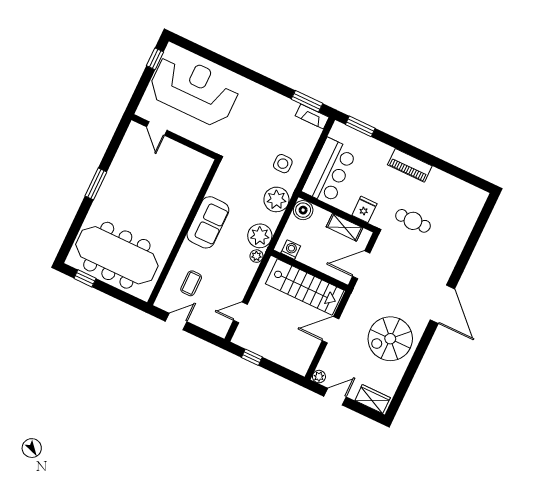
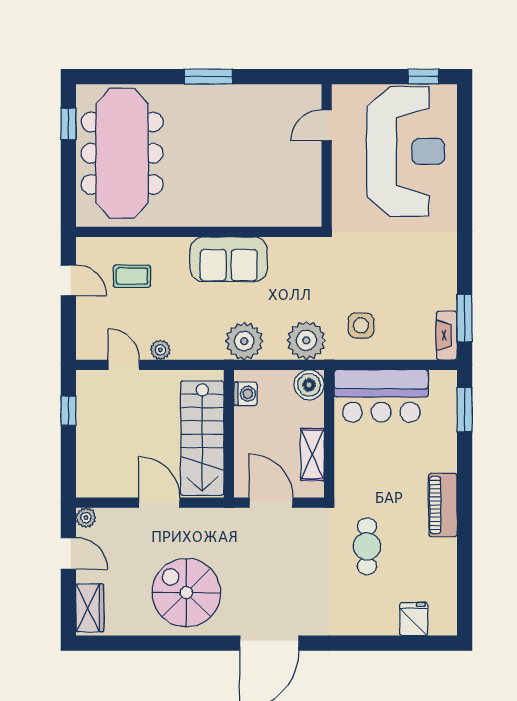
fridge: (364, 209) -> (414, 619), moved, turned -90
plant: (256, 256) -> (160, 350), moved

